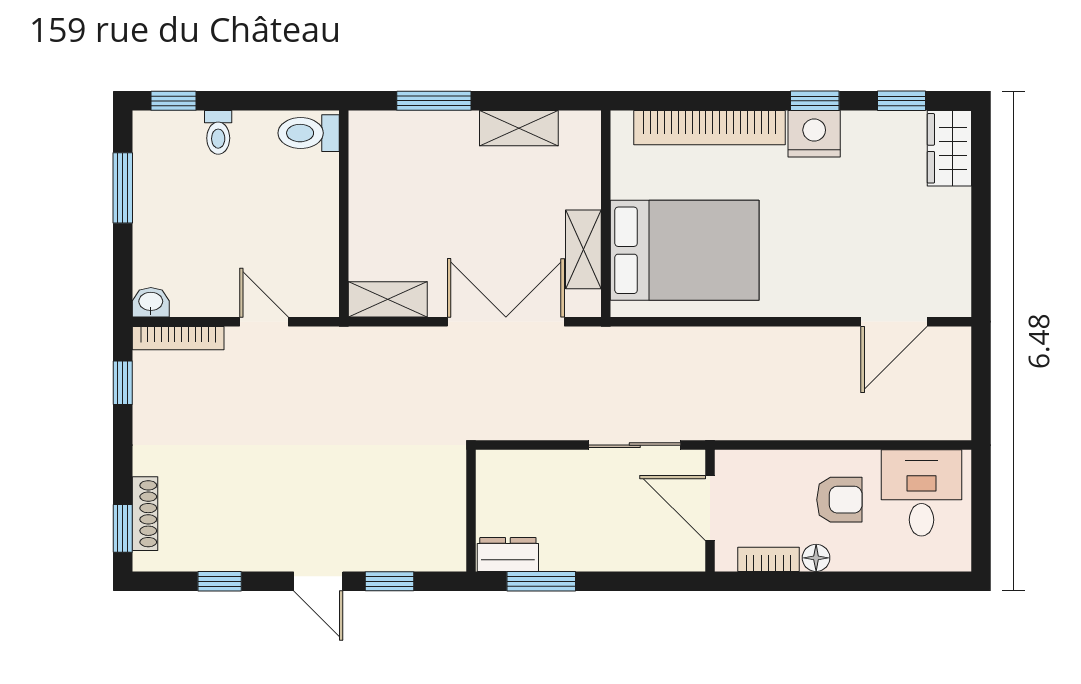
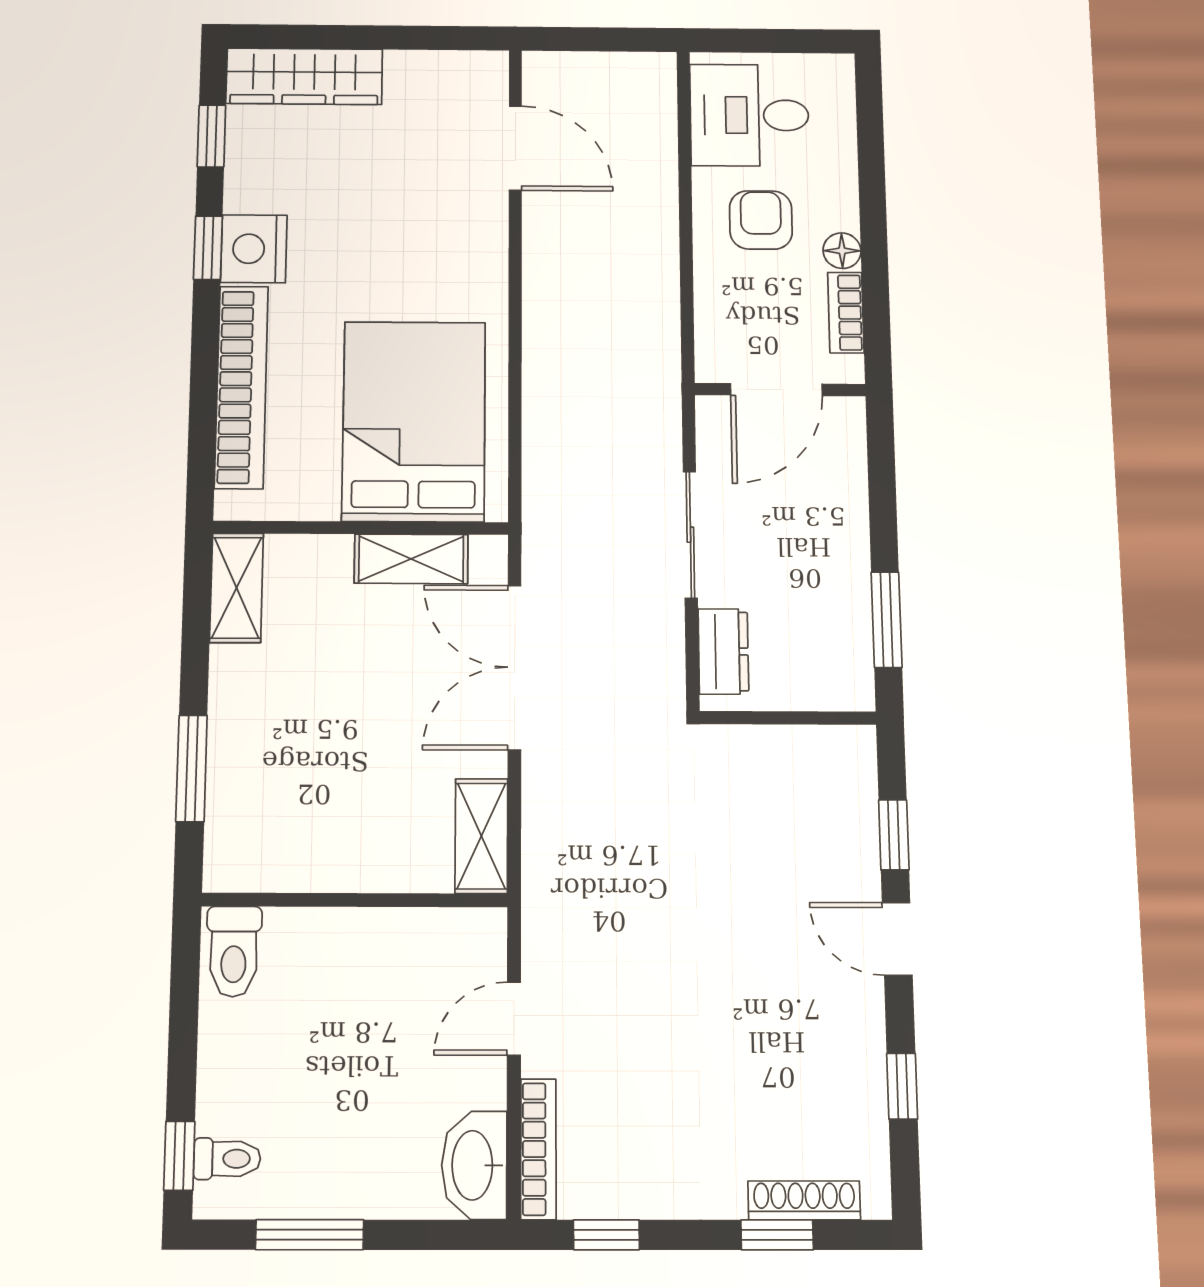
shelving: (519, 128) -> (237, 588), moved
toilet: (218, 132) -> (227, 1159), moved
wardrobe: (949, 148) -> (304, 76), width x1.50
washbasin: (151, 302) -> (474, 1165), width x1.91, depth x1.45
sliding door: (635, 445) -> (690, 535), moved
window: (123, 528) -> (777, 1235), moved
dresser: (508, 554) -> (723, 651), moved, turned 180
door: (318, 581) -> (897, 939), swing flipped

